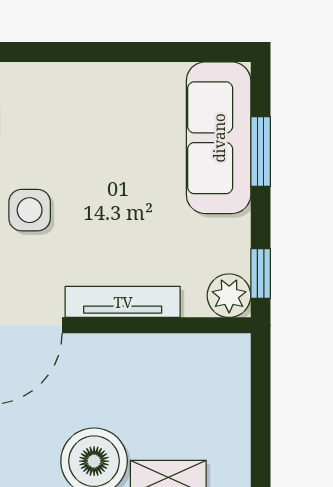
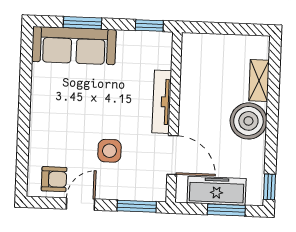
plant: (229, 296) -> (161, 43), removed

